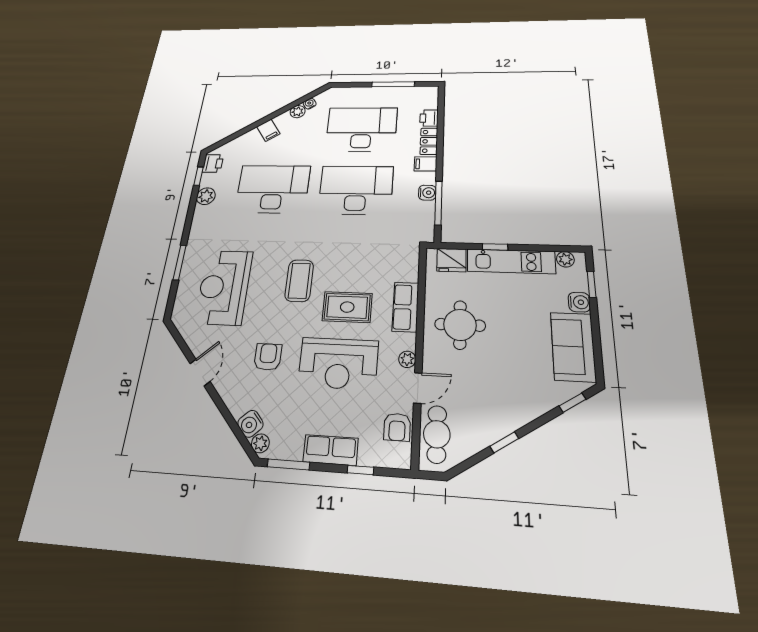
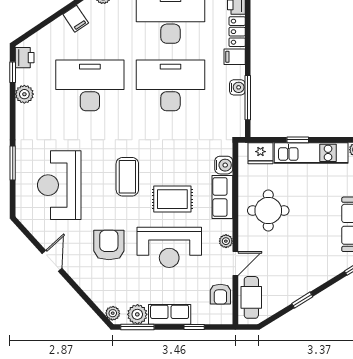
armchair: (268, 357) -> (109, 245), width x1.38, depth x1.38
water cooler: (250, 424) -> (224, 165), moved, turned -138
plant: (290, 447) -> (137, 314), added

